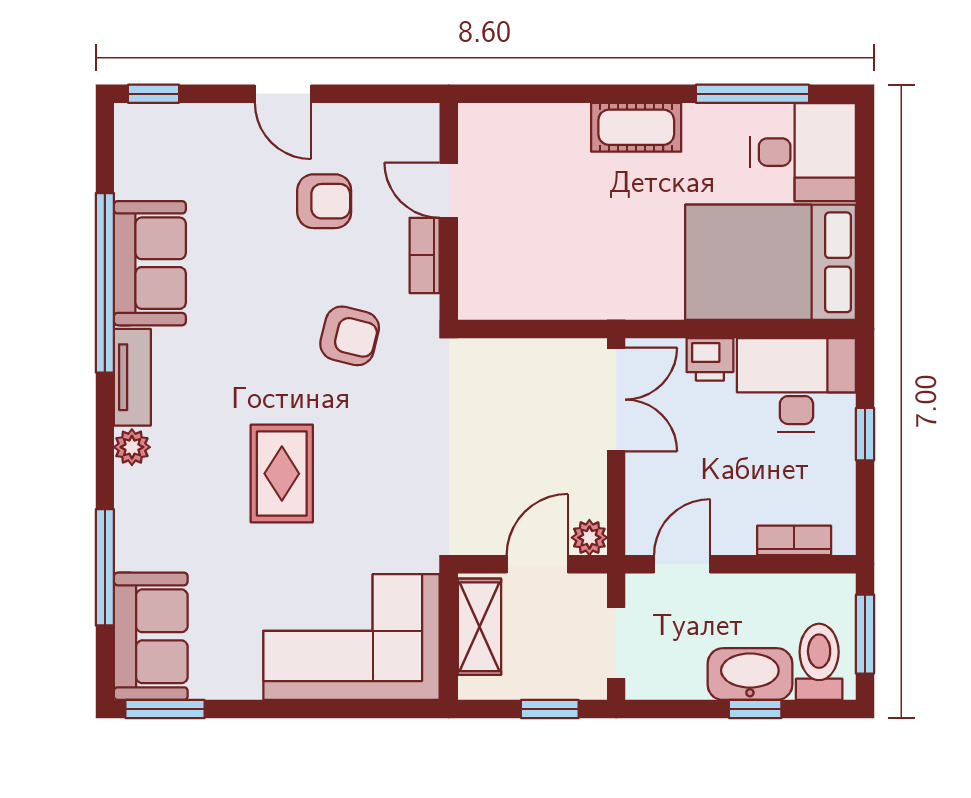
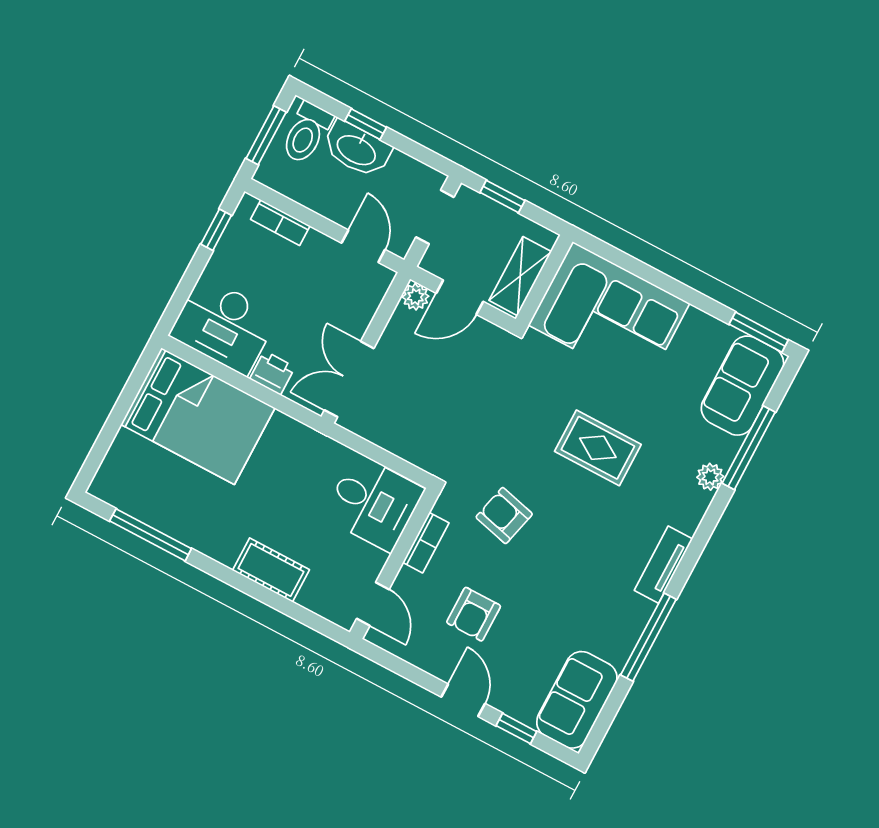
window: (154, 94) -> (516, 729), moved
cot: (636, 127) -> (271, 570), moved
desk: (803, 152) -> (374, 503), moved, turned 180
door: (449, 190) -> (373, 604), moved
armchair: (324, 201) -> (474, 614), turned -90
sofa: (150, 263) -> (577, 700), moved
window: (105, 283) -> (648, 637), width x0.68
window: (865, 434) -> (216, 230), moved
plant: (132, 447) -> (710, 477), moved
rug: (282, 474) -> (598, 448), turned 90
door: (682, 564) -> (363, 246), swing flipped

